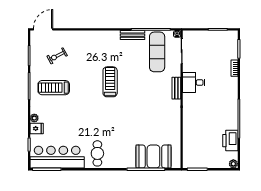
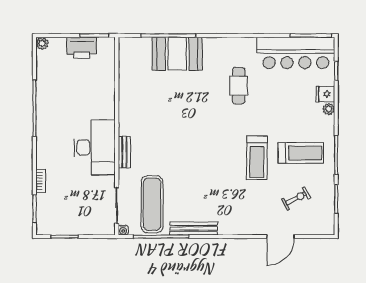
door: (43, 29) -> (280, 237), moved
bench: (133, 35) -> (194, 228), width x1.36
treadmill: (110, 82) -> (257, 158), moved
desk: (194, 82) -> (95, 147), width x1.87, depth x1.30
printer: (230, 141) -> (82, 48), moved, turned 90
cafe table: (97, 153) -> (239, 86), moved
booth: (153, 157) -> (177, 54), moved

